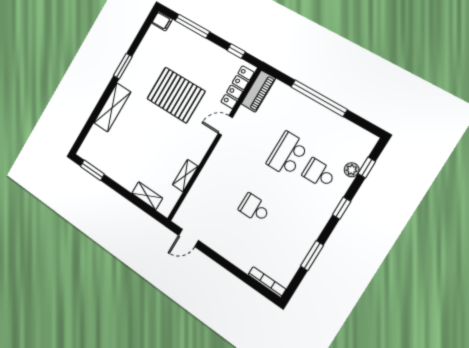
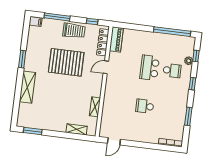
trolley: (206, 54) -> (74, 31), added
window: (319, 98) -> (172, 32), moved
school desk: (319, 173) -> (172, 71), turned 180

